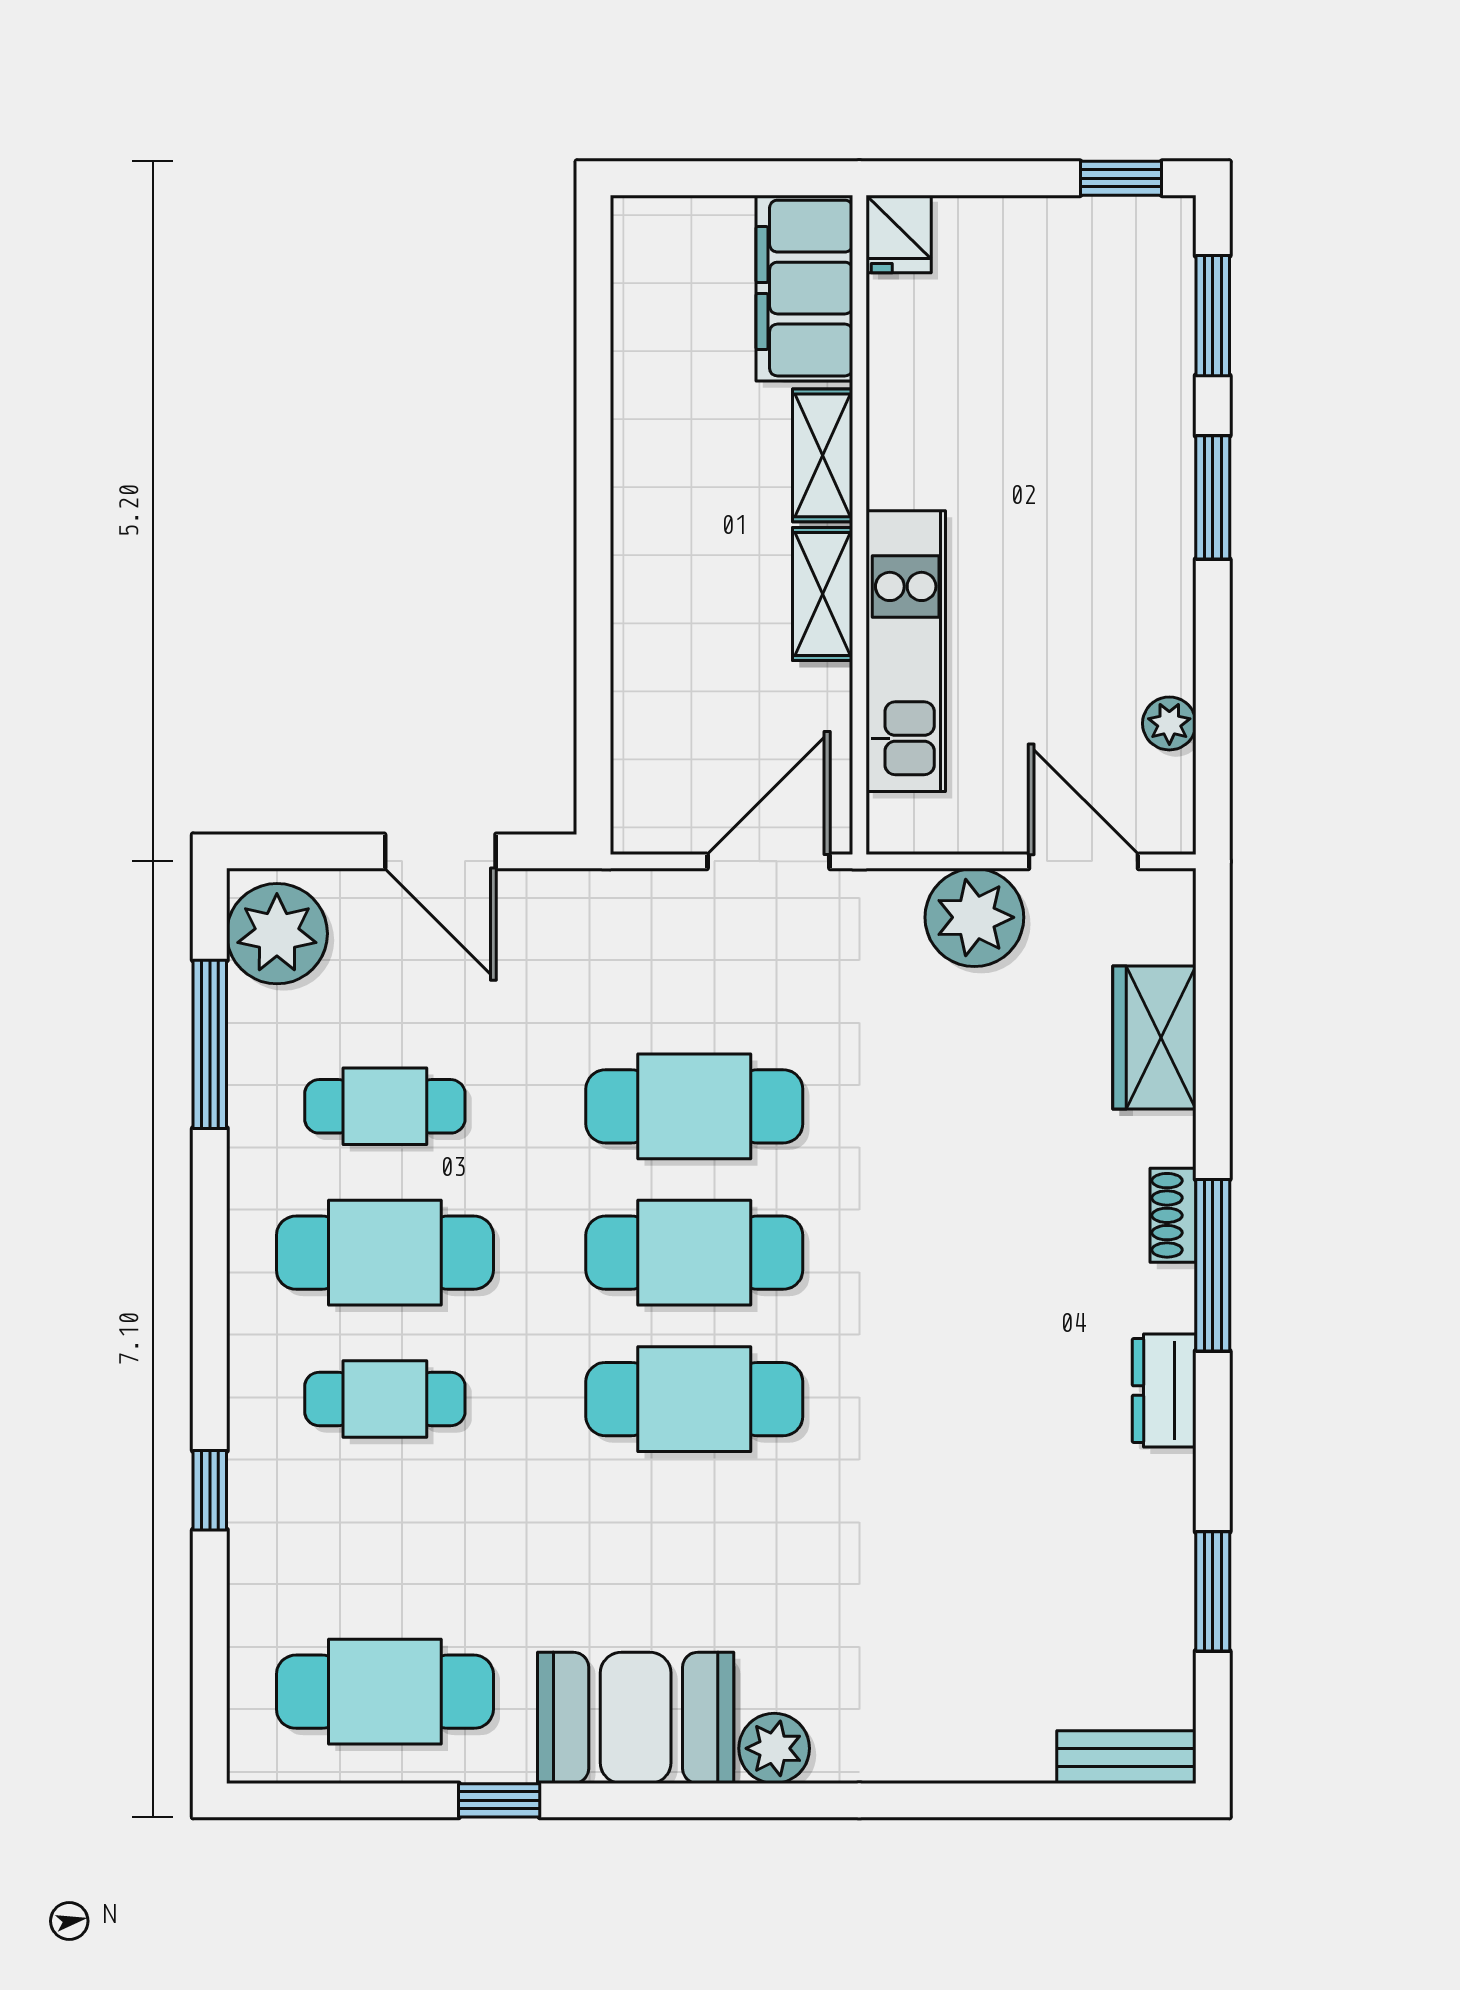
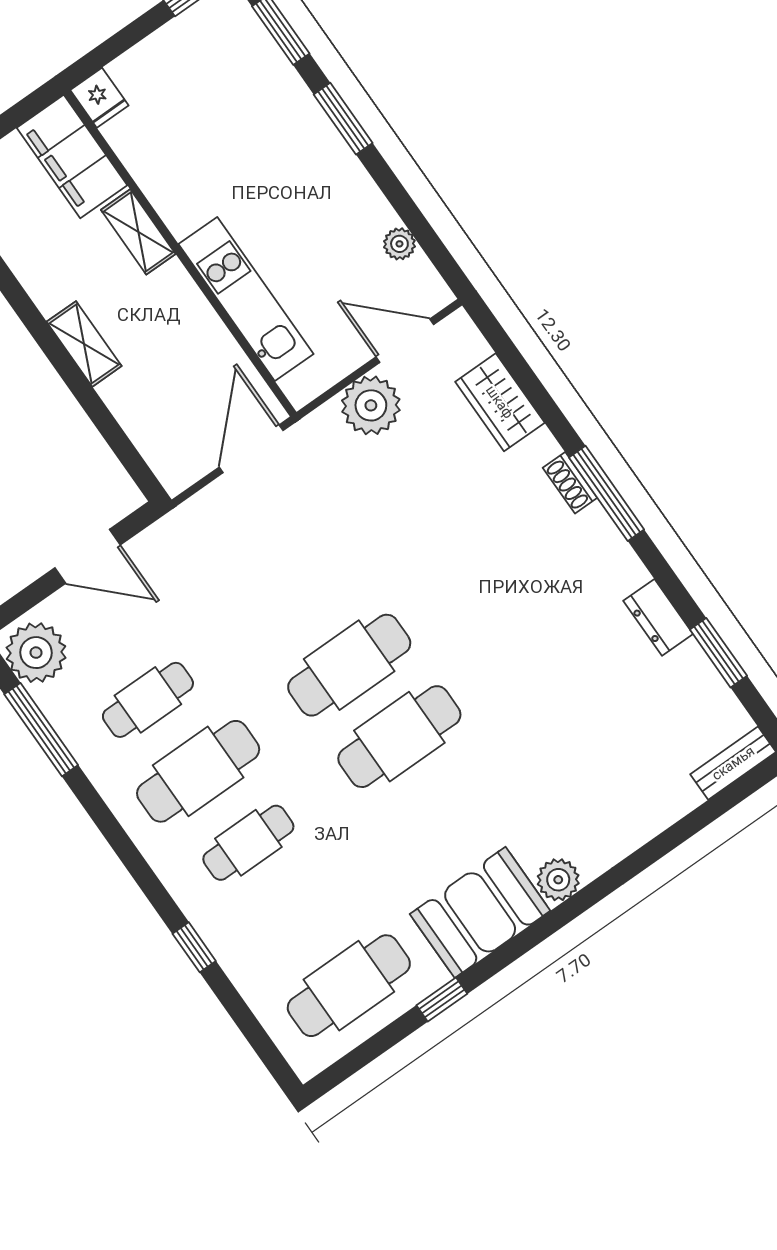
shelving: (823, 594) -> (84, 344), moved
cafe table: (694, 1106) -> (299, 594), removed
dresser: (1164, 1391) -> (658, 617), moved

